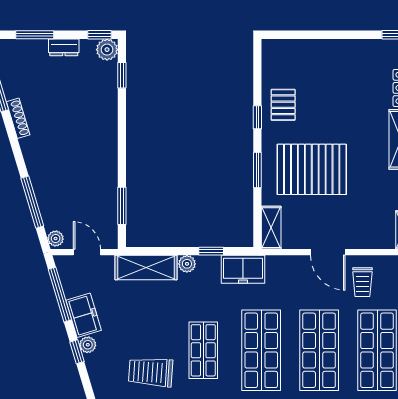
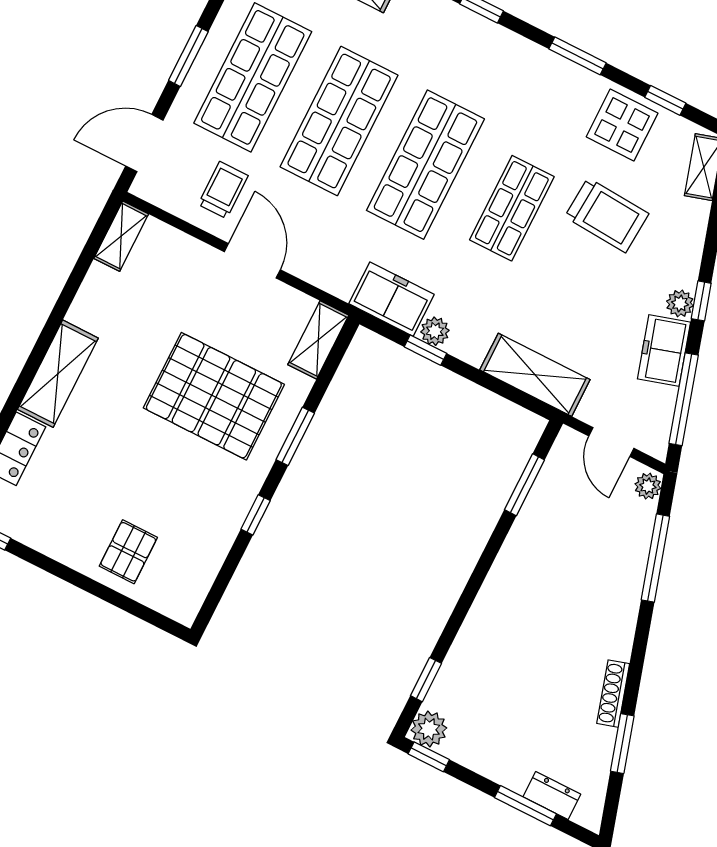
dresser: (64, 47) -> (552, 795), moved
pallet: (283, 105) -> (128, 552), moved
plant: (187, 264) -> (435, 331), moved

